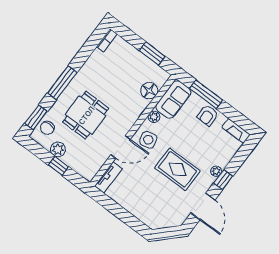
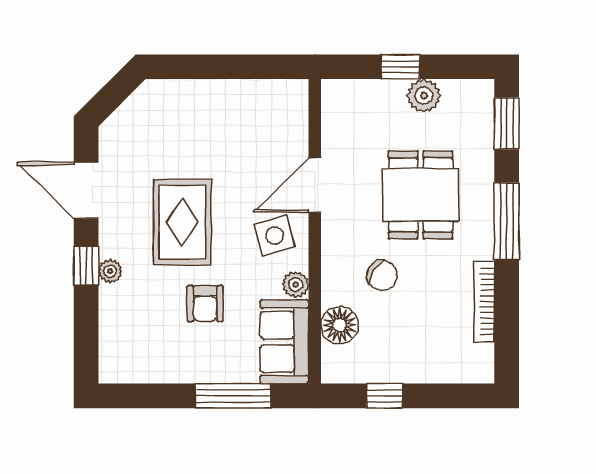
bookcase: (107, 40) -> (484, 302), moved, width x1.56
window: (152, 53) -> (385, 396), width x0.67
armchair: (208, 115) -> (205, 304), moved, turned 180
chair: (47, 128) -> (382, 275), moved, turned 122
fireplace: (236, 131) -> (129, 371), removed
rug: (177, 169) -> (182, 222), turned 90
tv unit: (108, 177) -> (295, 114), removed

